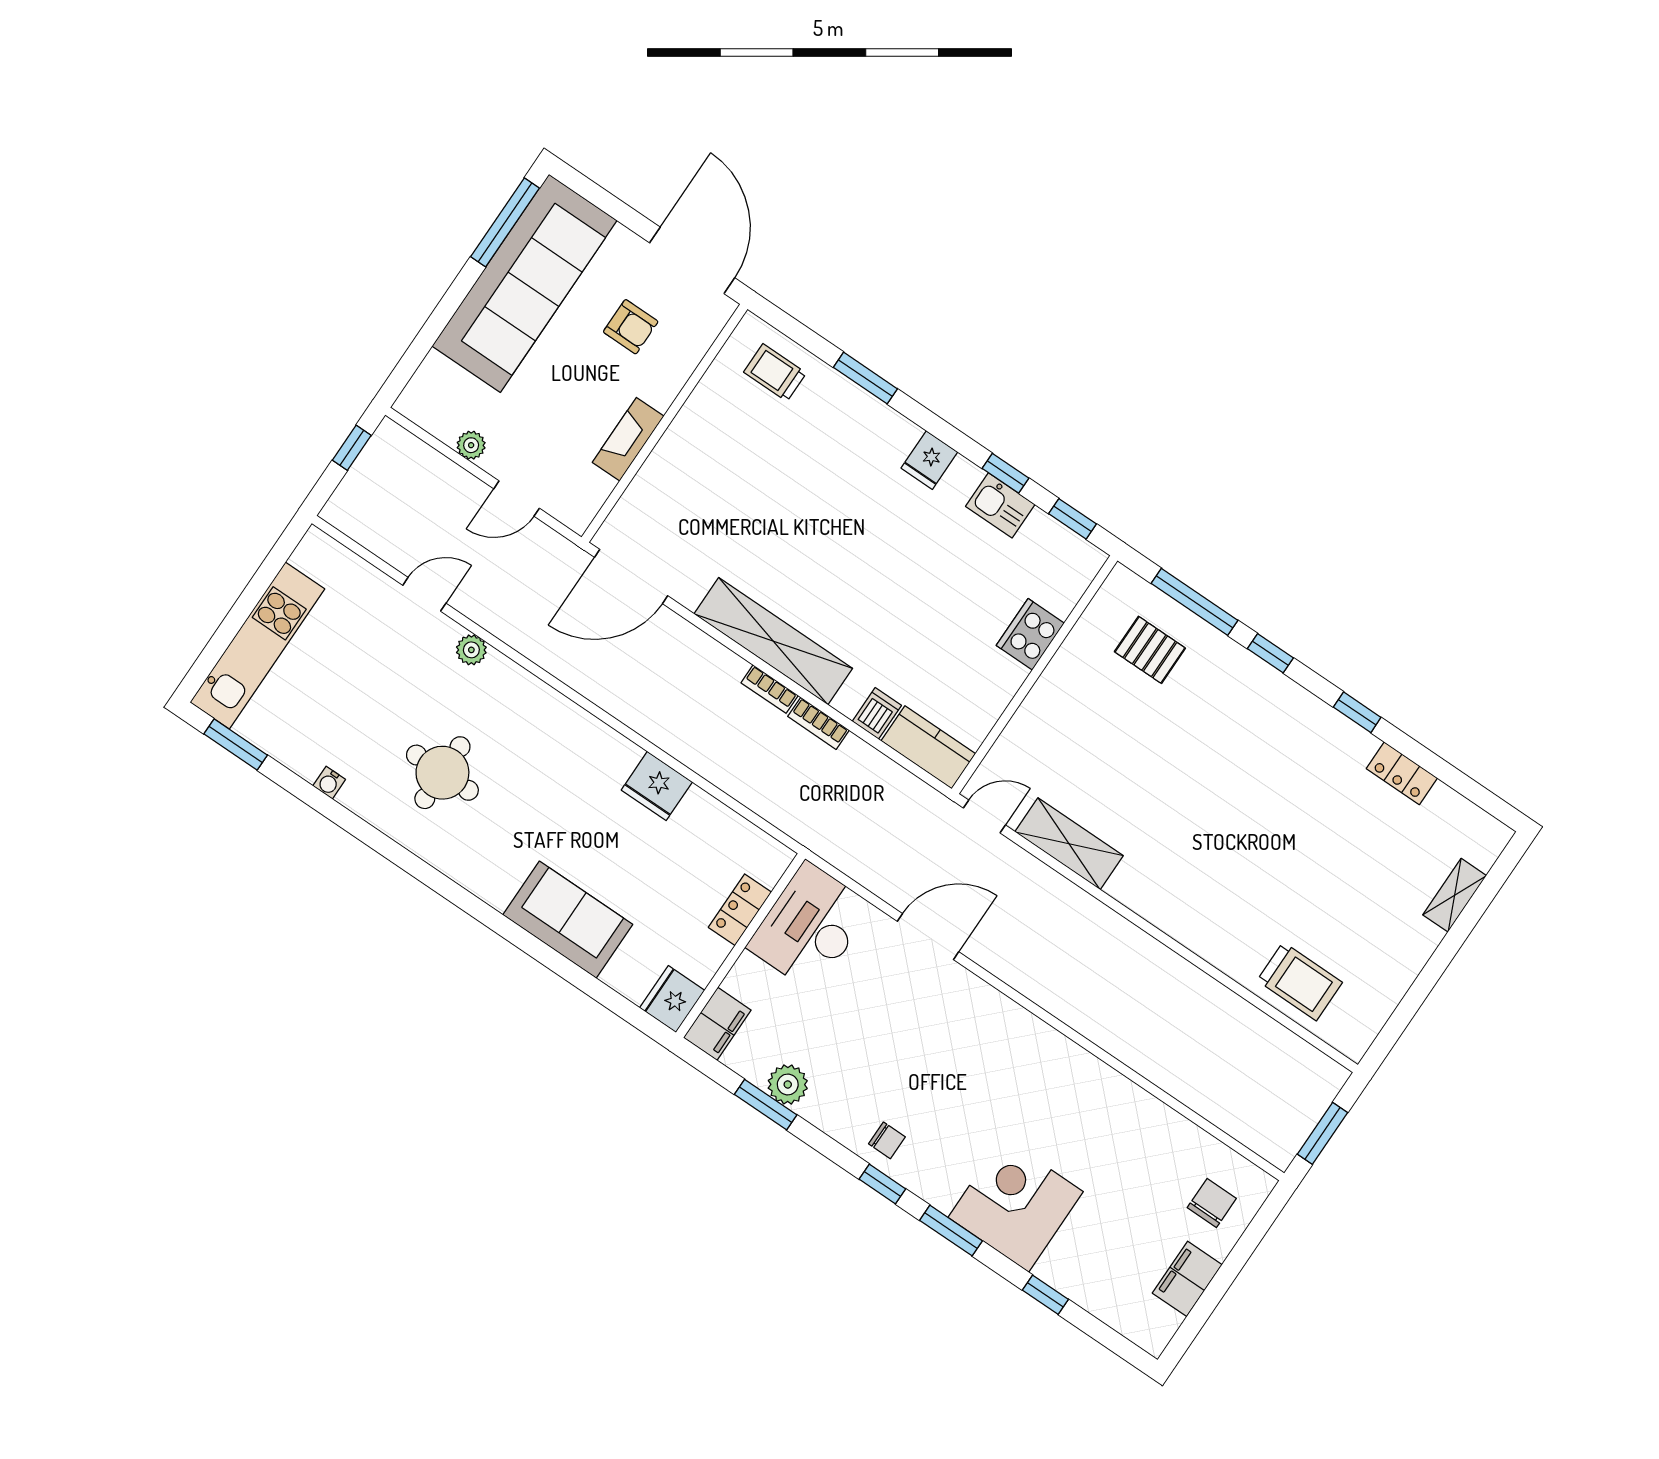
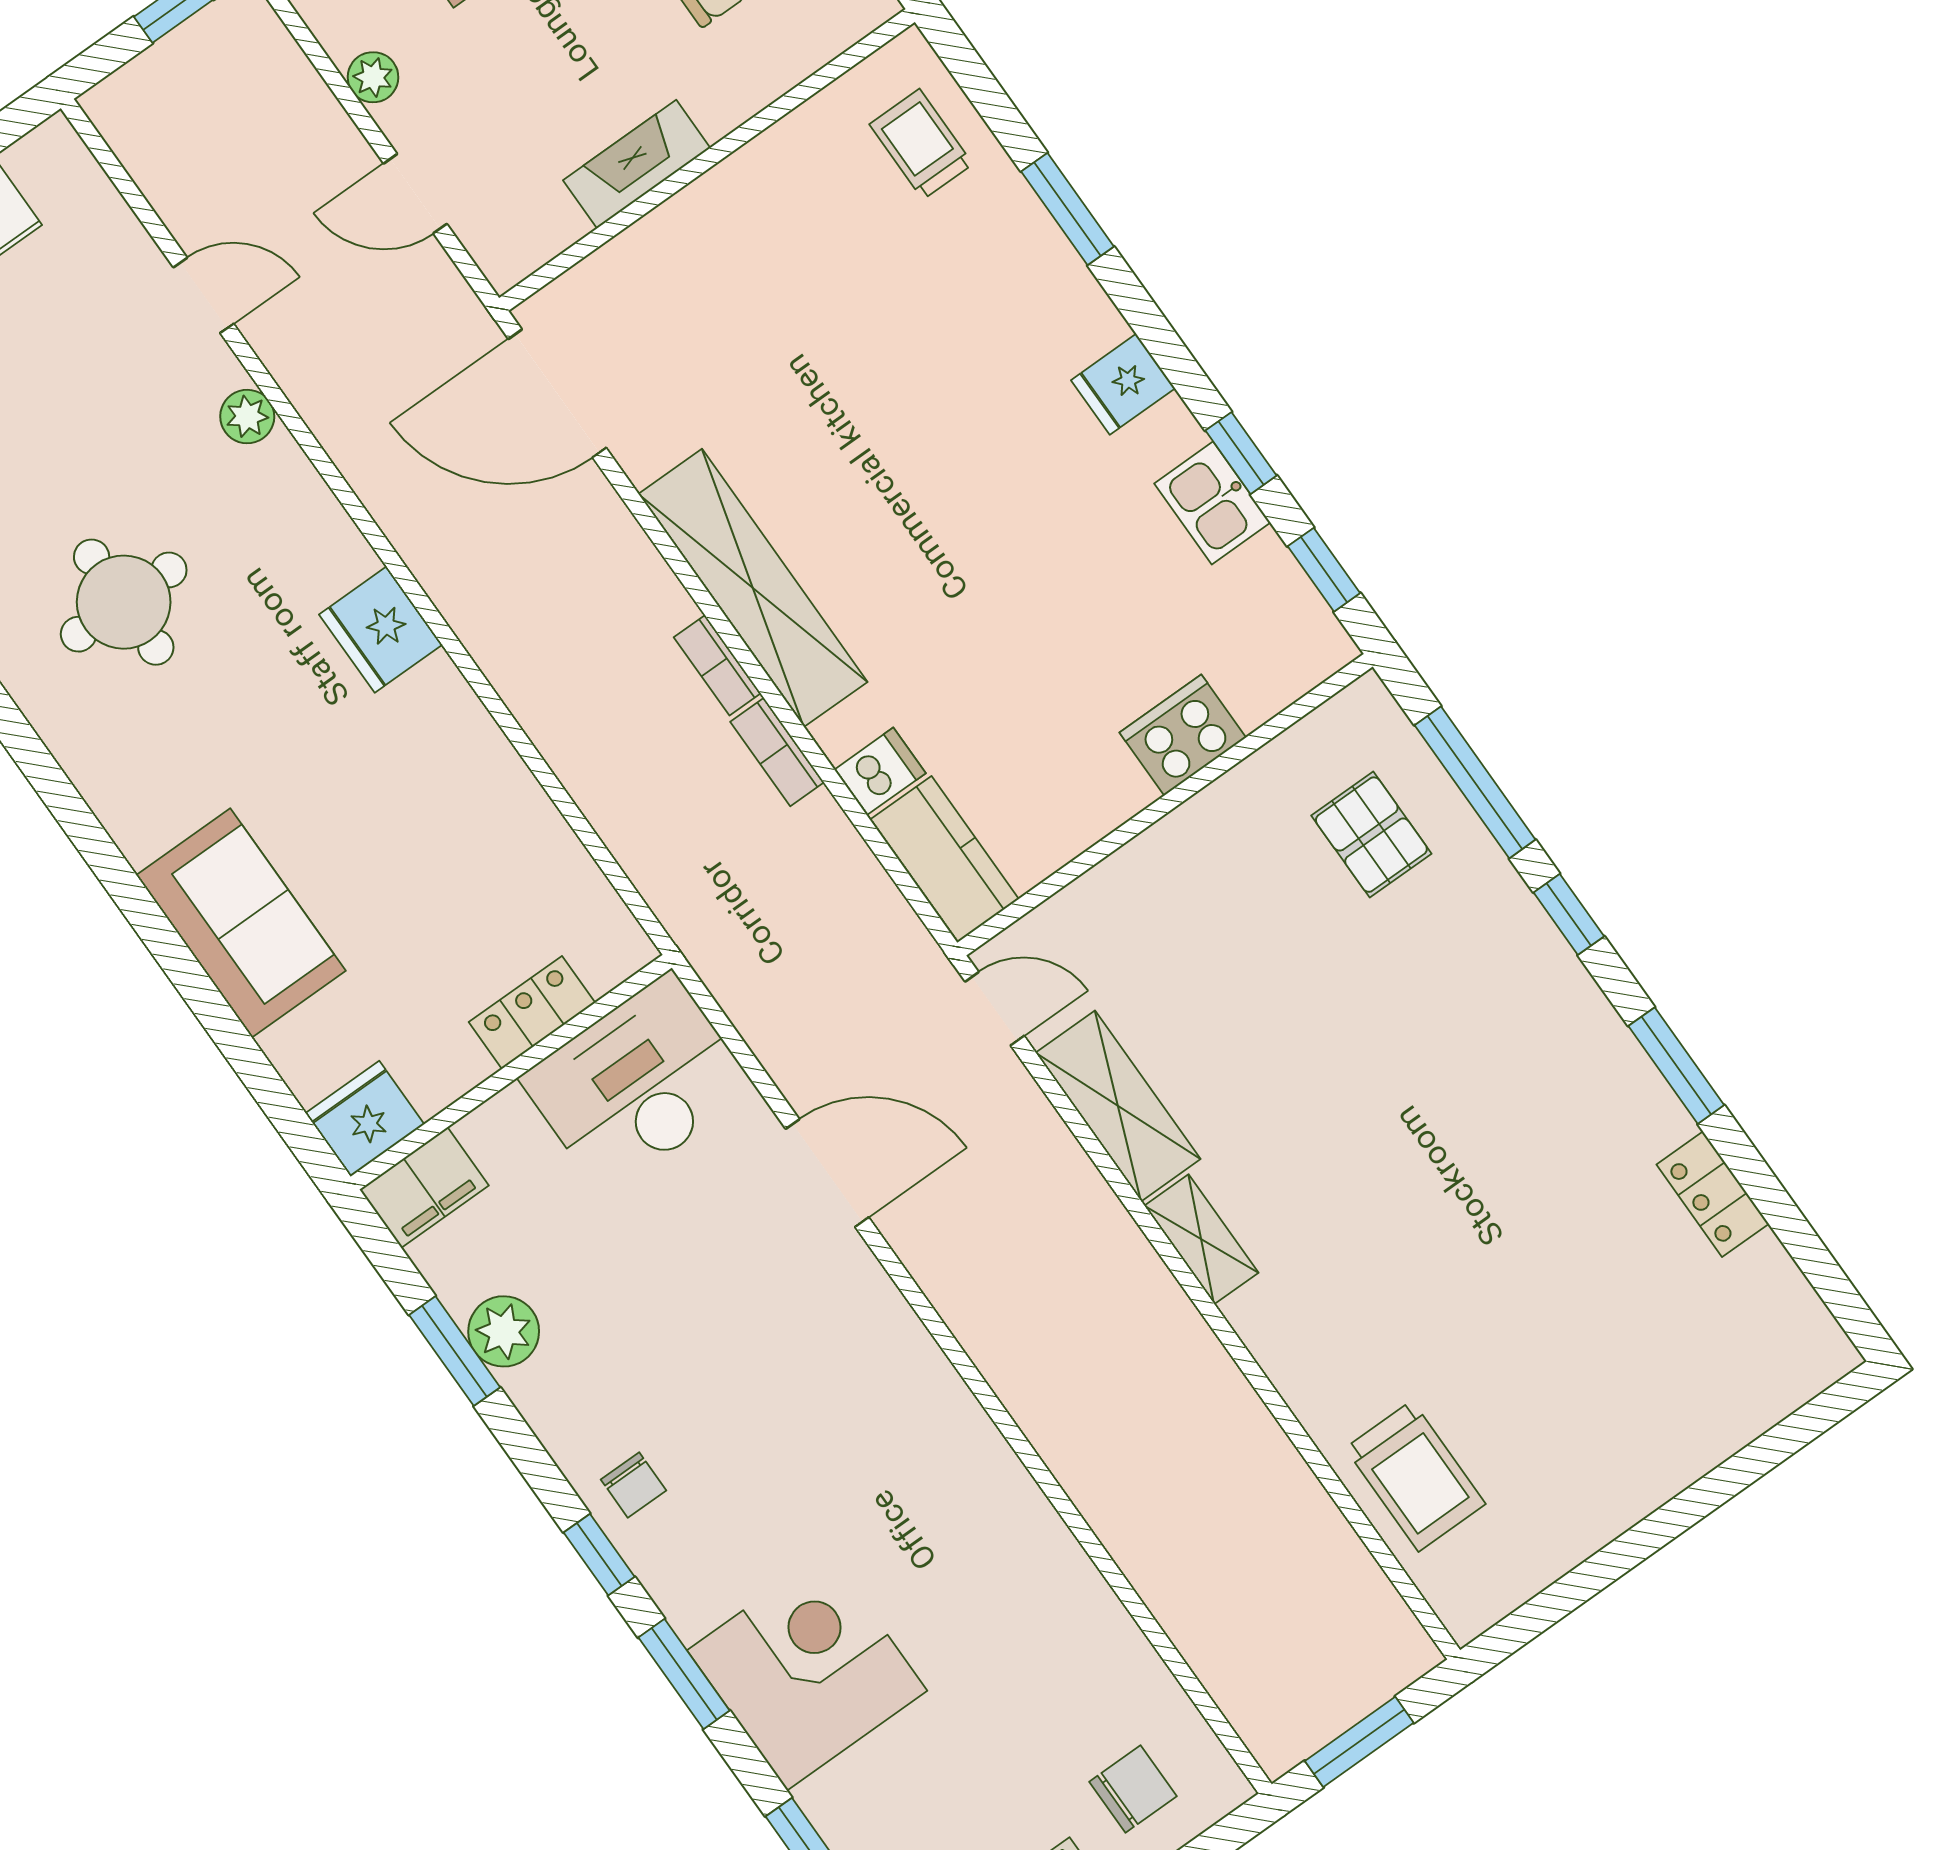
window: (1357, 712) -> (1676, 1066), width x1.50
fridge: (657, 786) -> (381, 630), moved
shelving: (1455, 895) -> (1201, 1239), moved, turned 90

